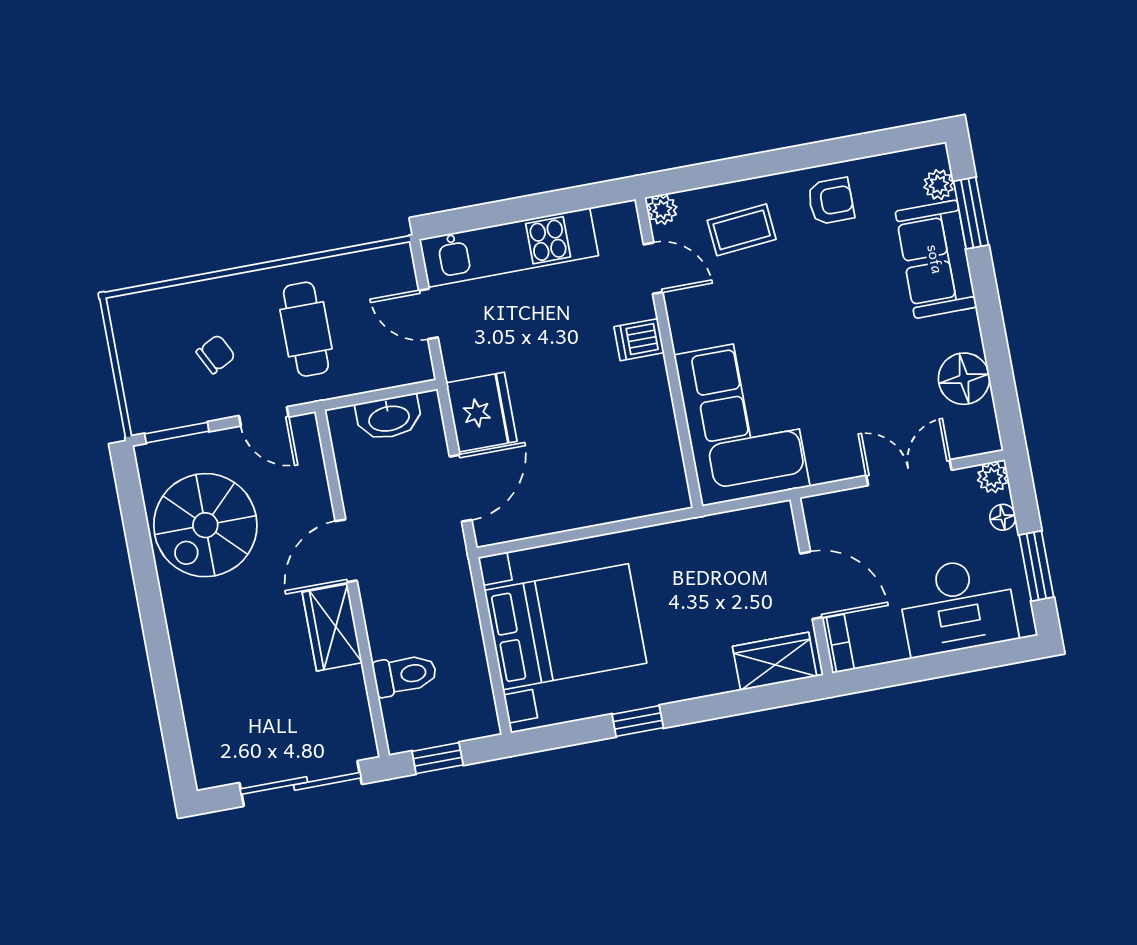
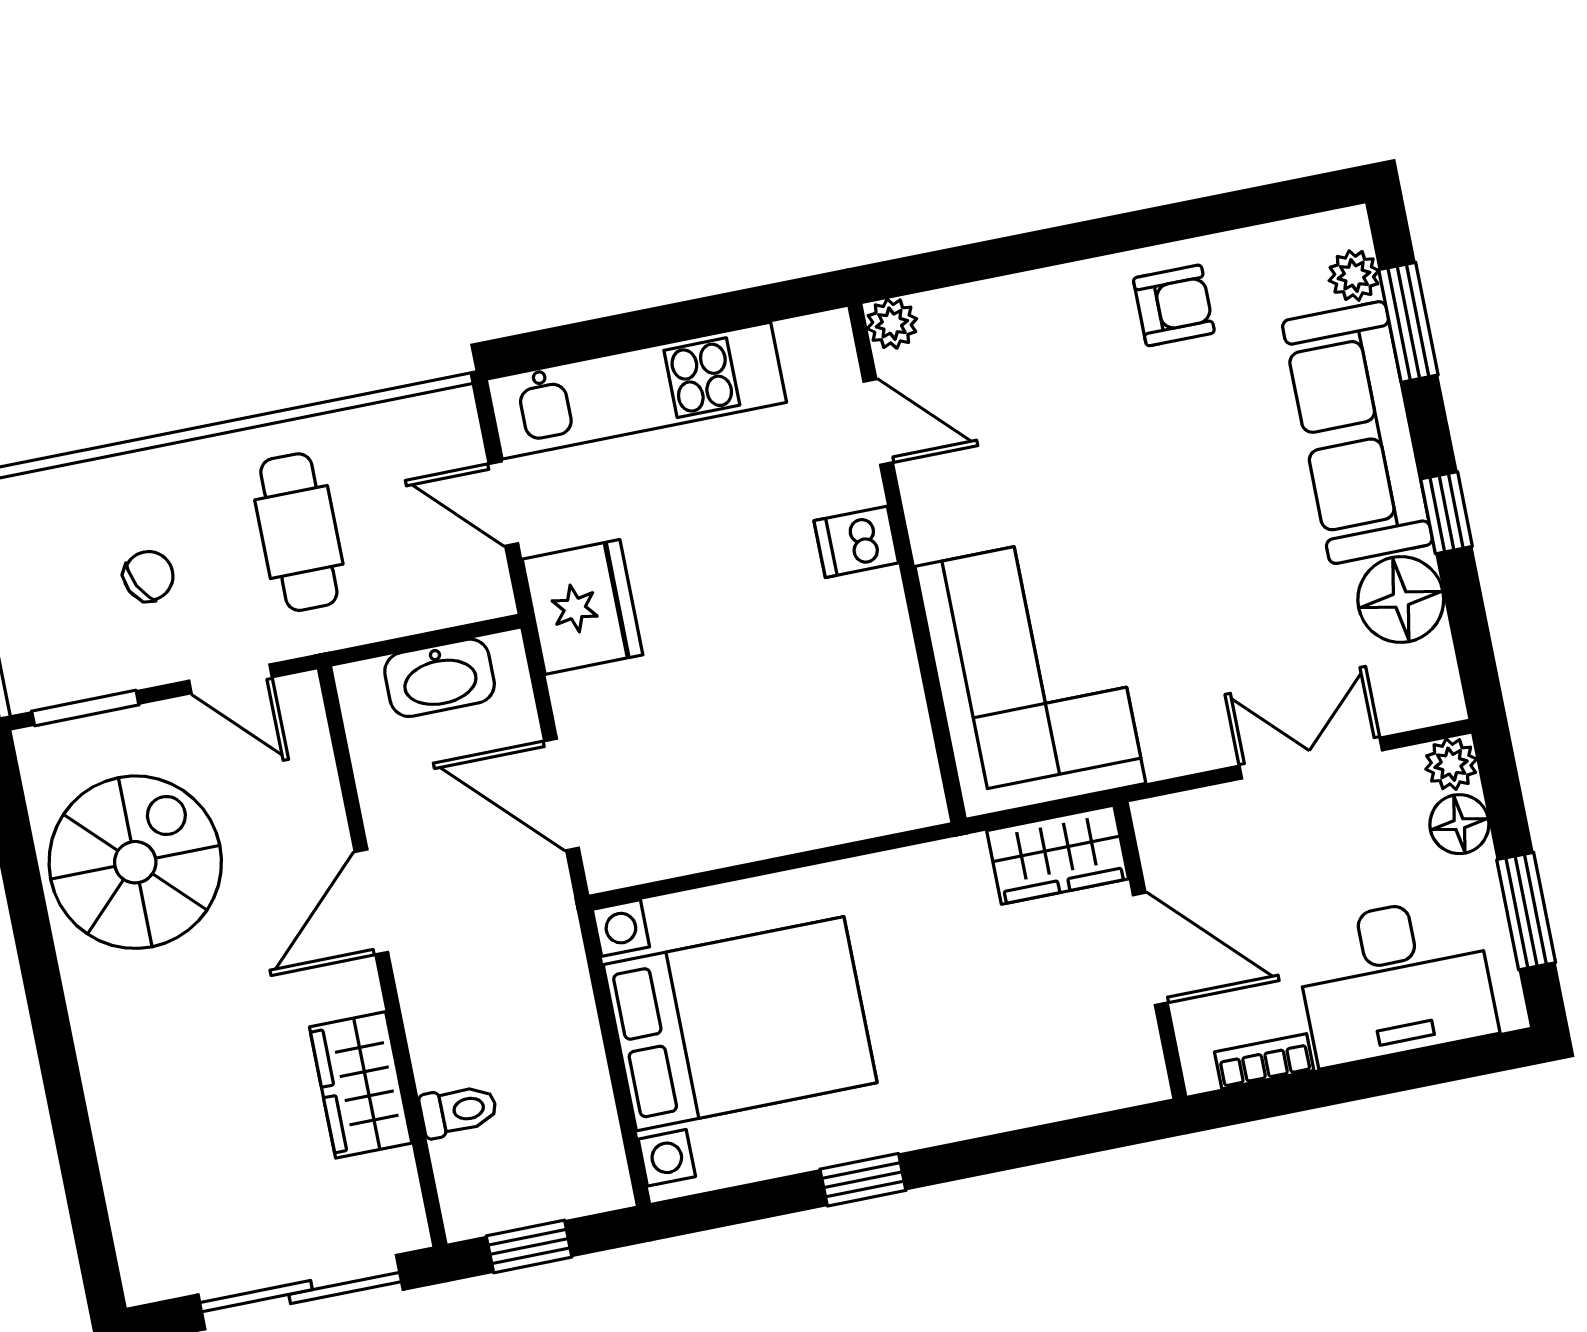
coffee table: (742, 230) -> (1025, 356), removed
sofa: (936, 259) -> (1357, 433), width x1.36
window: (992, 327) -> (1447, 513), added
fridge: (481, 412) -> (583, 607), moved
door: (461, 488) -> (561, 794), swing flipped
floor lamp: (1003, 517) -> (1459, 824), width x1.37, depth x1.37
spiral stairs: (205, 525) -> (135, 862), turned 180
wardrobe: (332, 627) -> (361, 1085), moved
bookcase: (838, 644) -> (1264, 1061), moved, turned -90
wardrobe: (775, 661) -> (1058, 855), moved, turned 180
toilet: (405, 675) -> (459, 1111), width x0.73, depth x0.72

